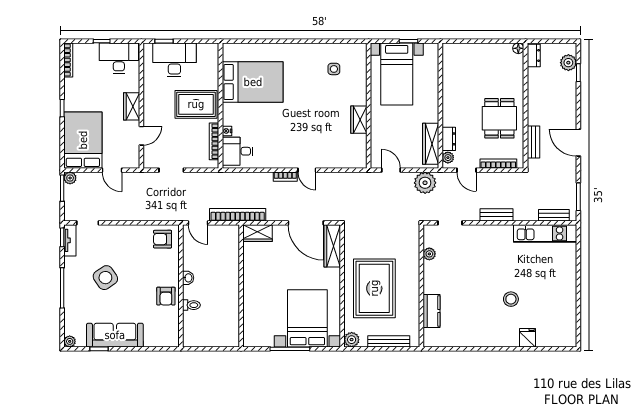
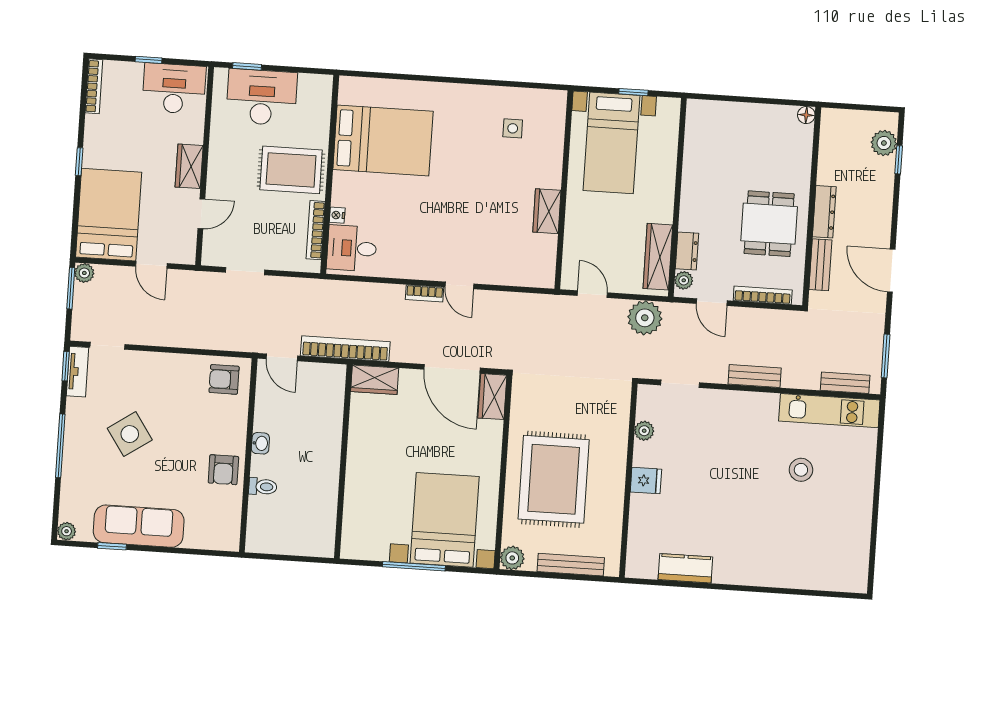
dresser: (534, 55) -> (824, 212), moved, width x1.44
wardrobe: (332, 246) -> (492, 397), width x0.67
stool: (511, 299) -> (801, 470), moved
kitchen counter: (431, 311) -> (685, 568), moved, turned -90
fridge: (528, 338) -> (646, 481), moved, turned 90

